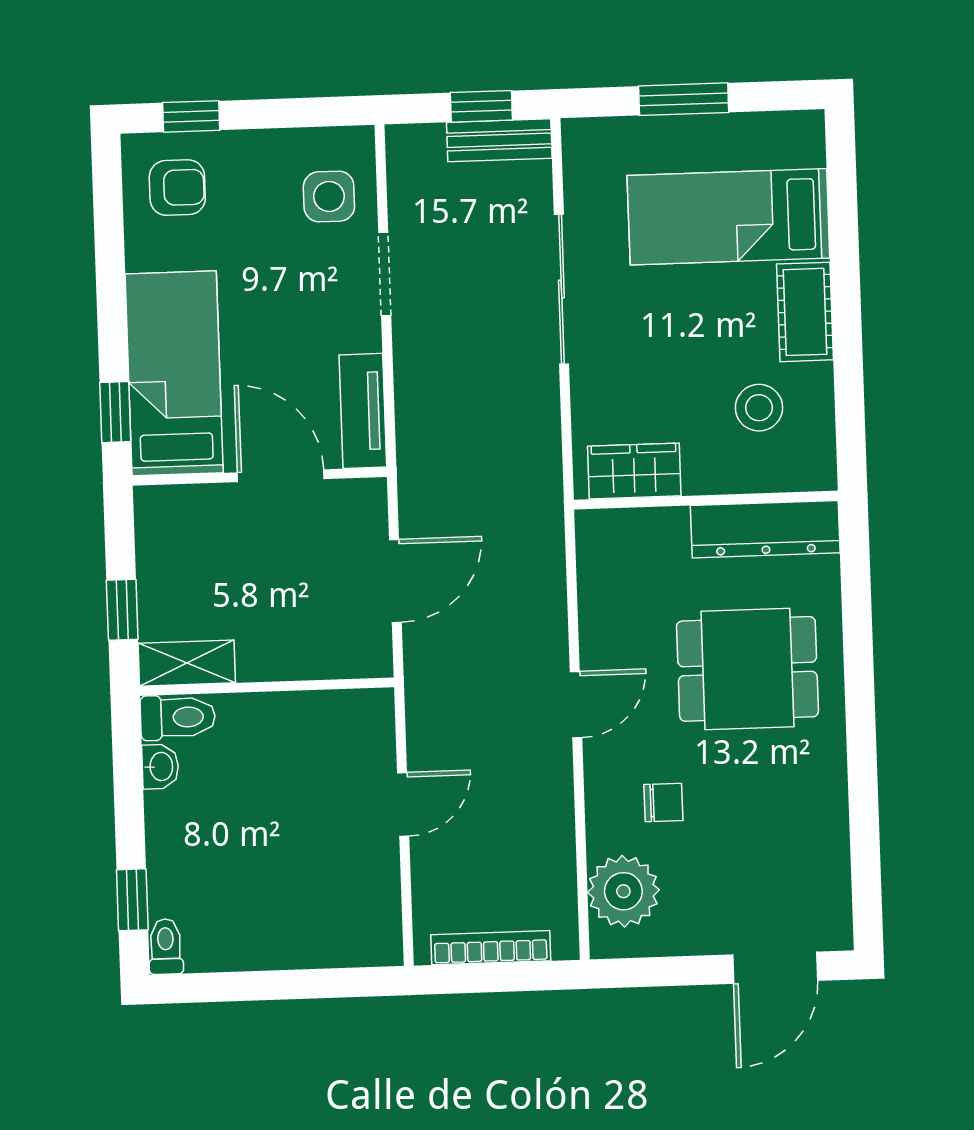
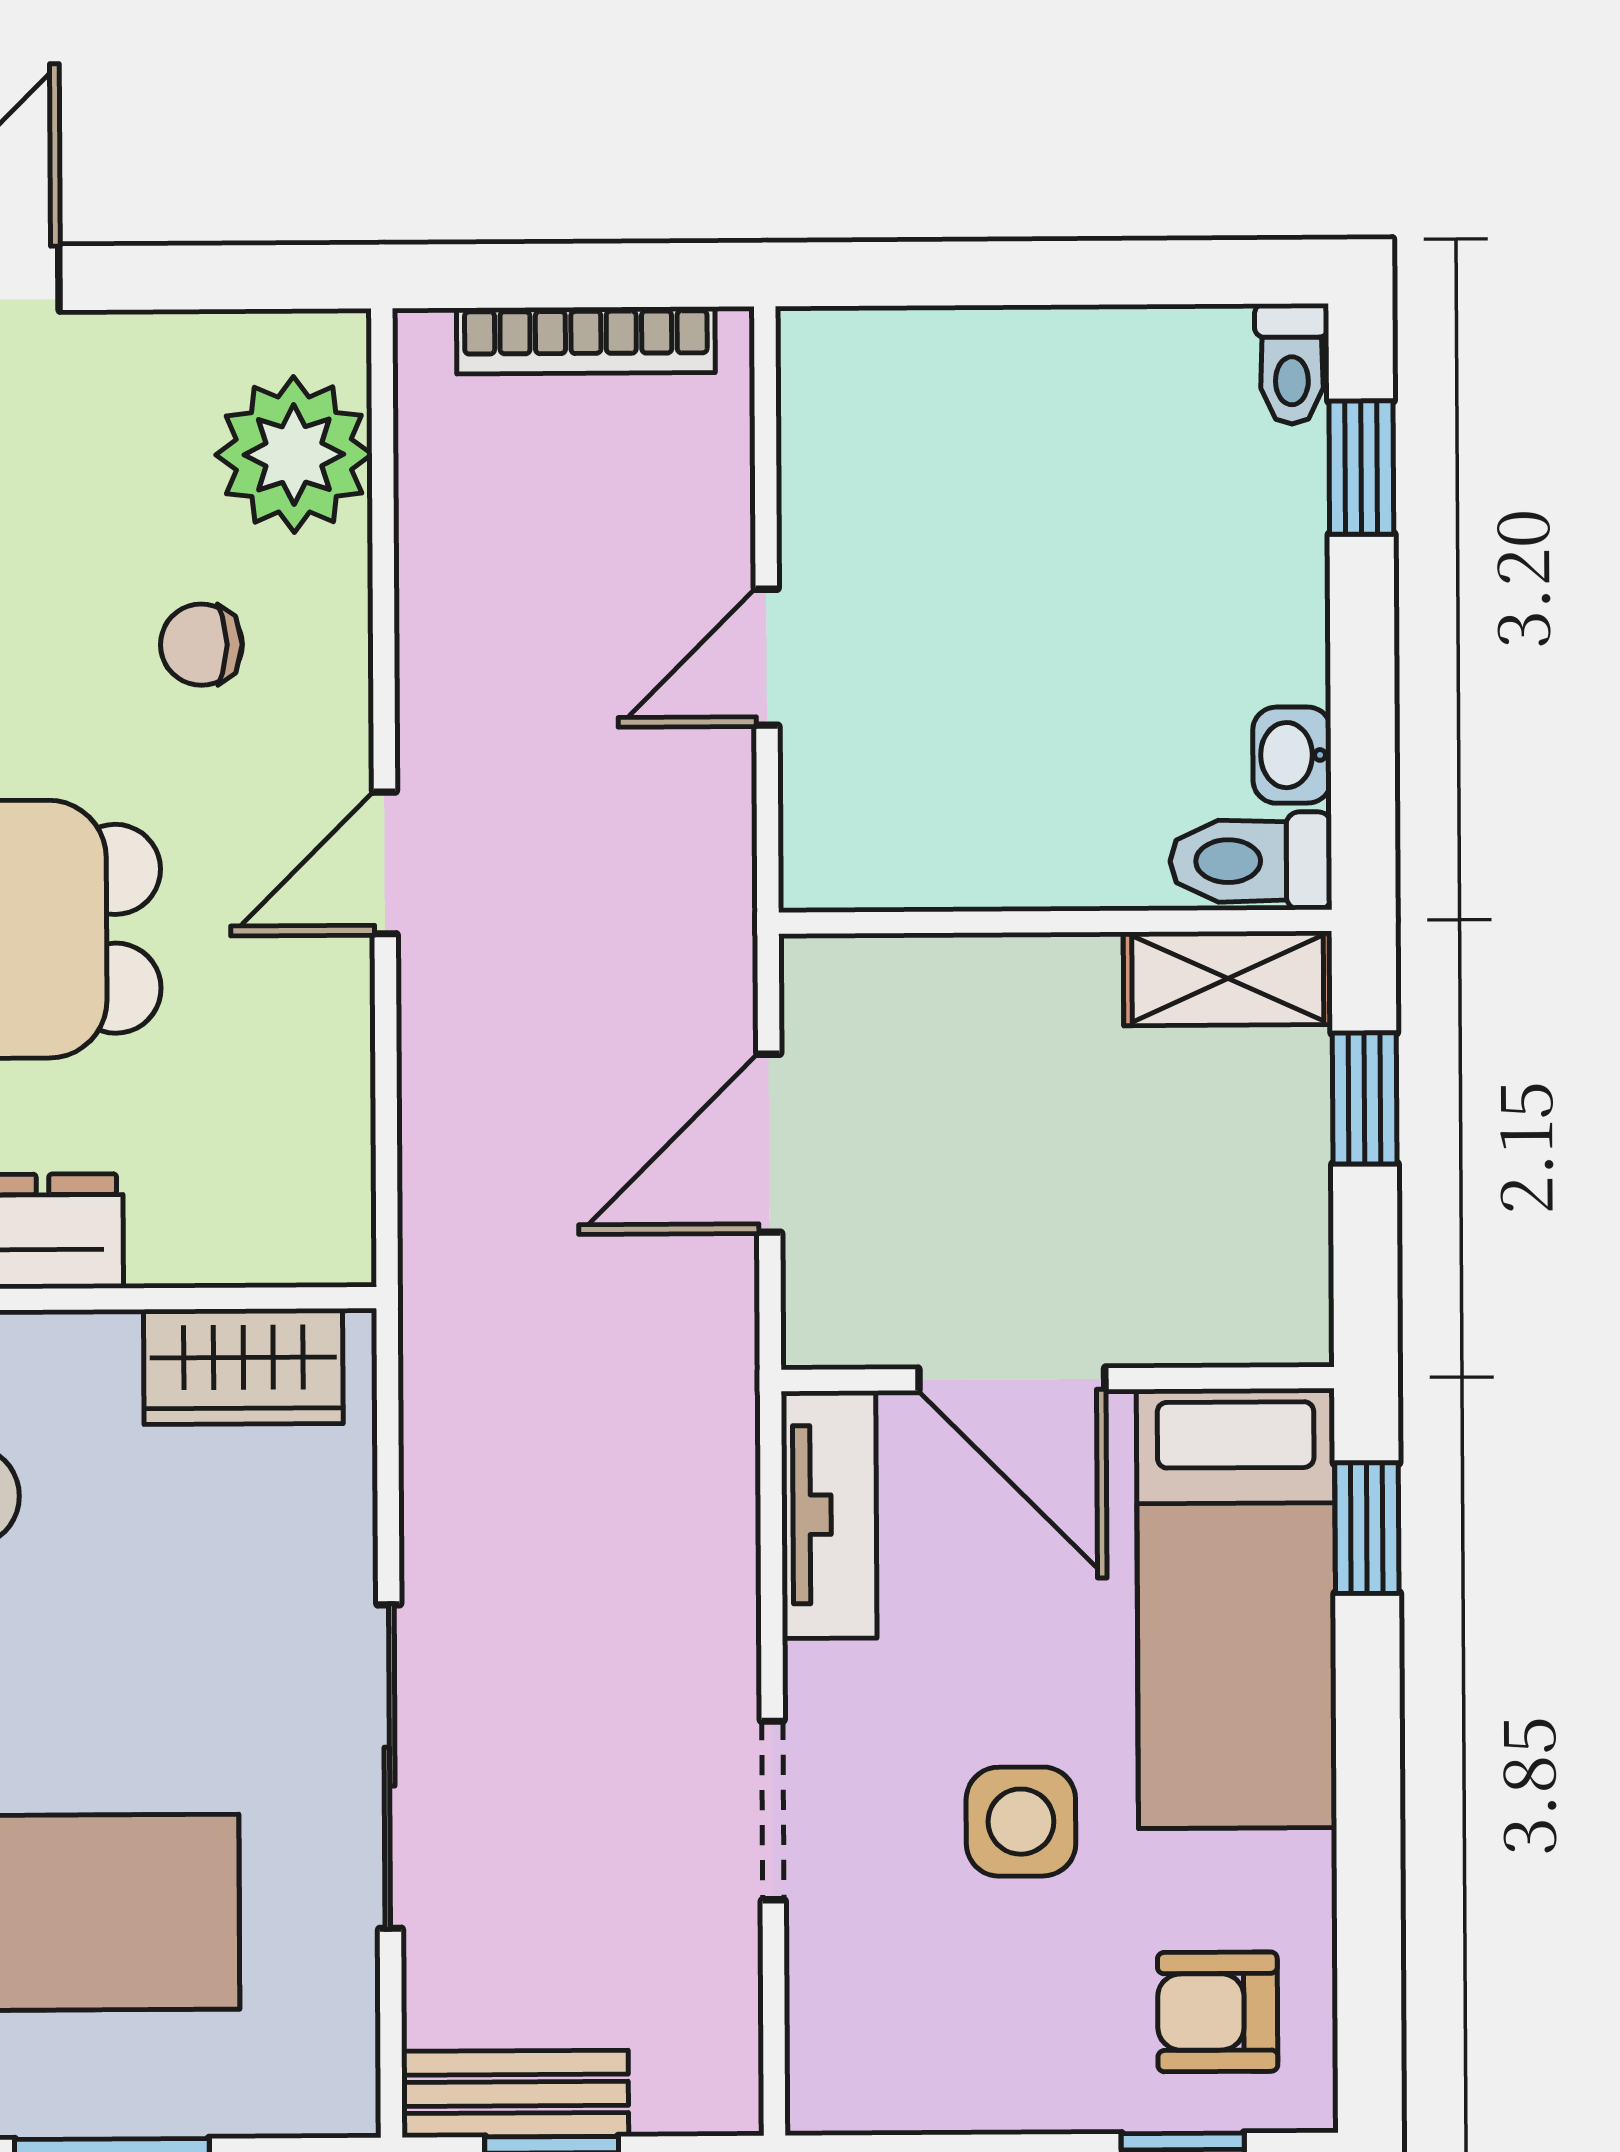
side table: (329, 196) -> (1021, 1822), moved

